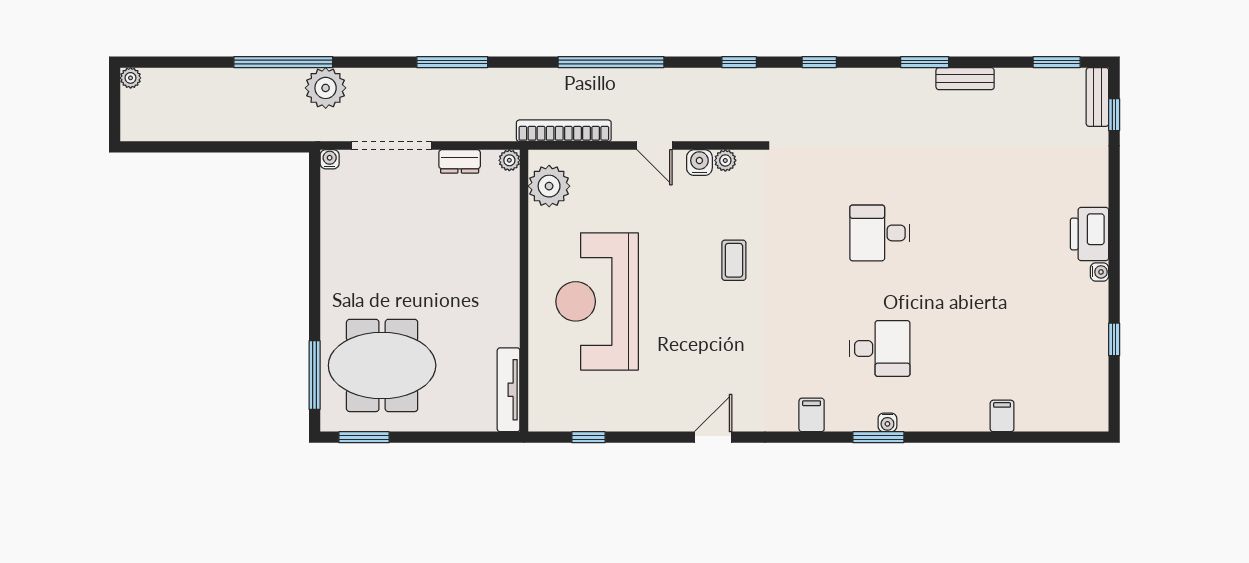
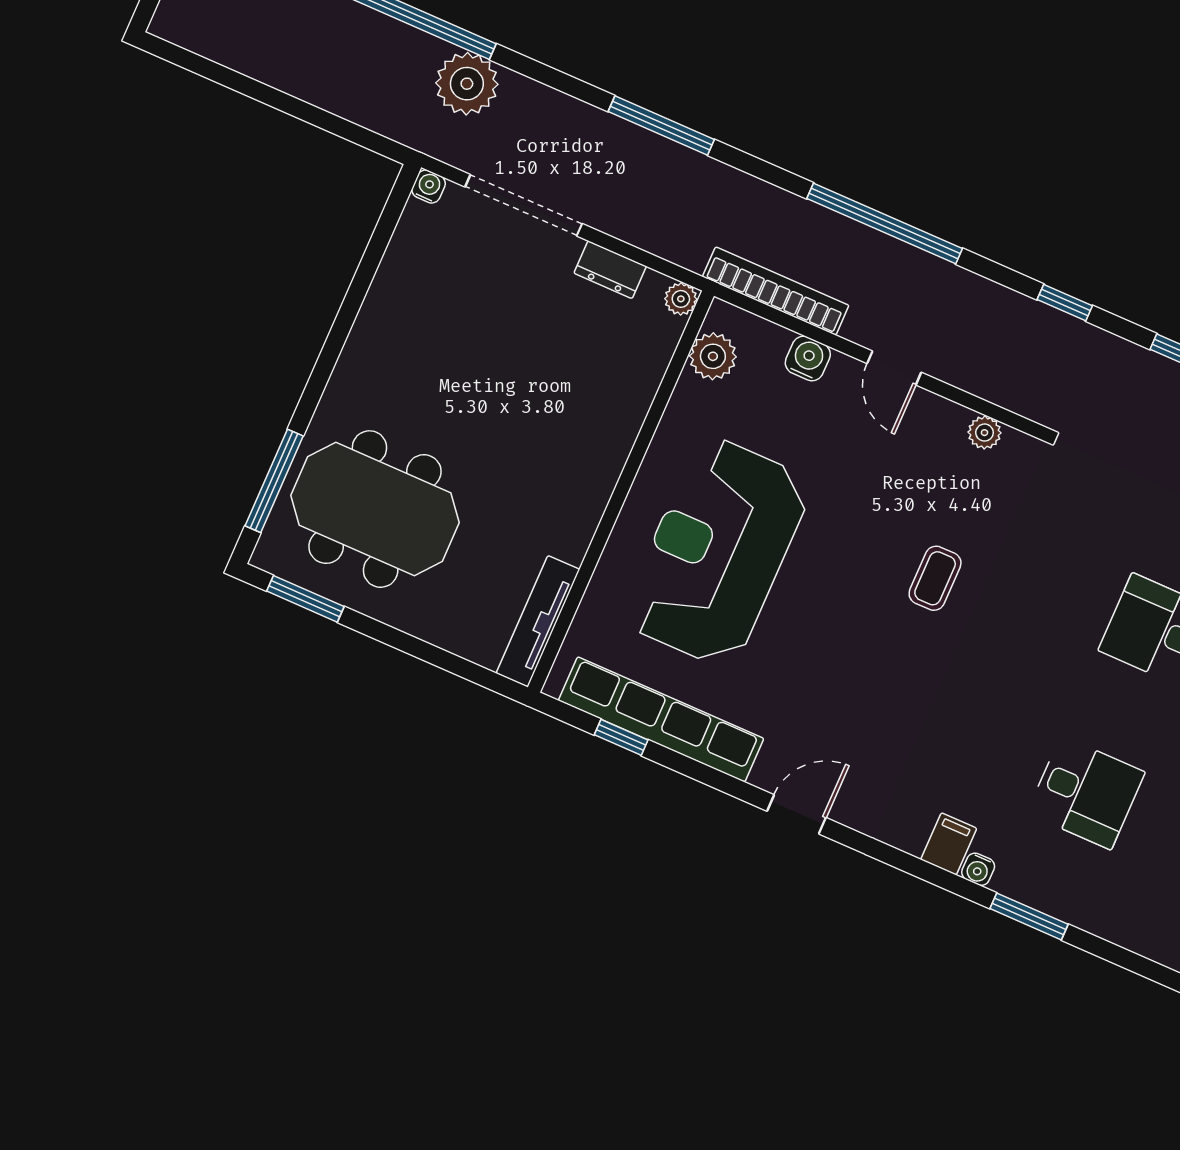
water cooler: (699, 163) -> (808, 359), moved
plant: (549, 186) -> (713, 356), width x0.73, depth x0.73
row of seats: (608, 416) -> (661, 719), added
water cooler: (887, 422) -> (978, 869), moved

